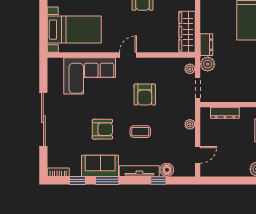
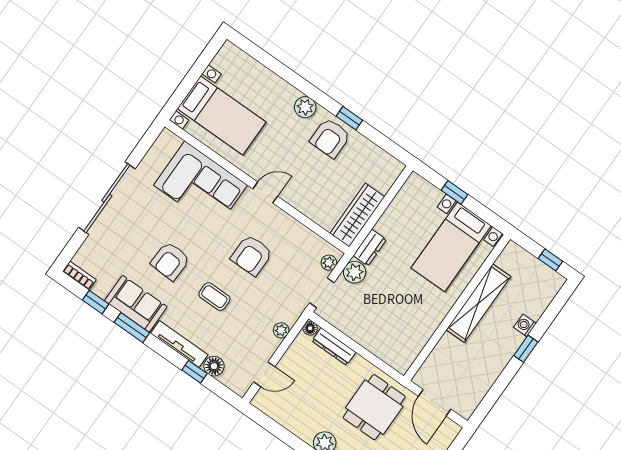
floor lamp: (205, 112) -> (310, 328), added
armchair: (102, 129) -> (170, 261), turned 93

